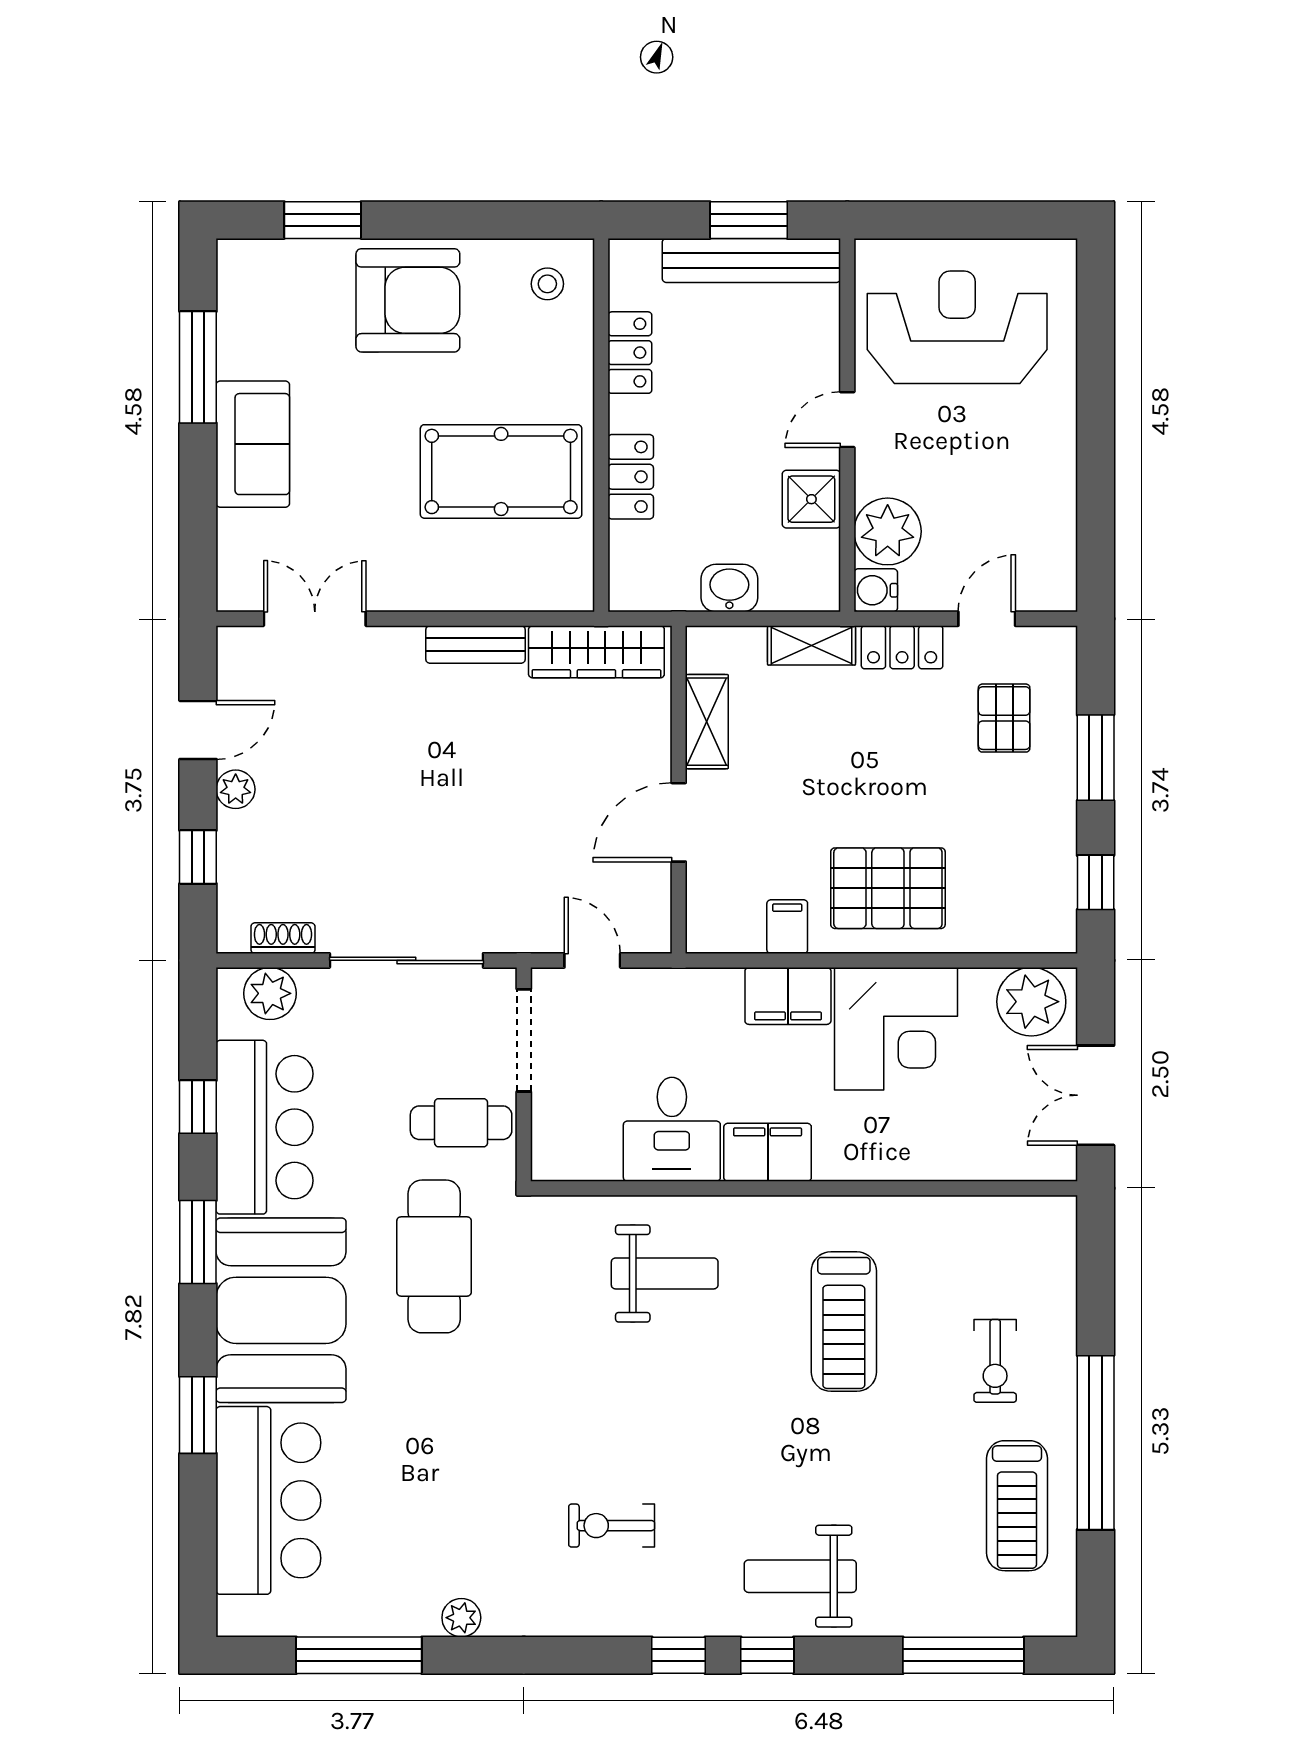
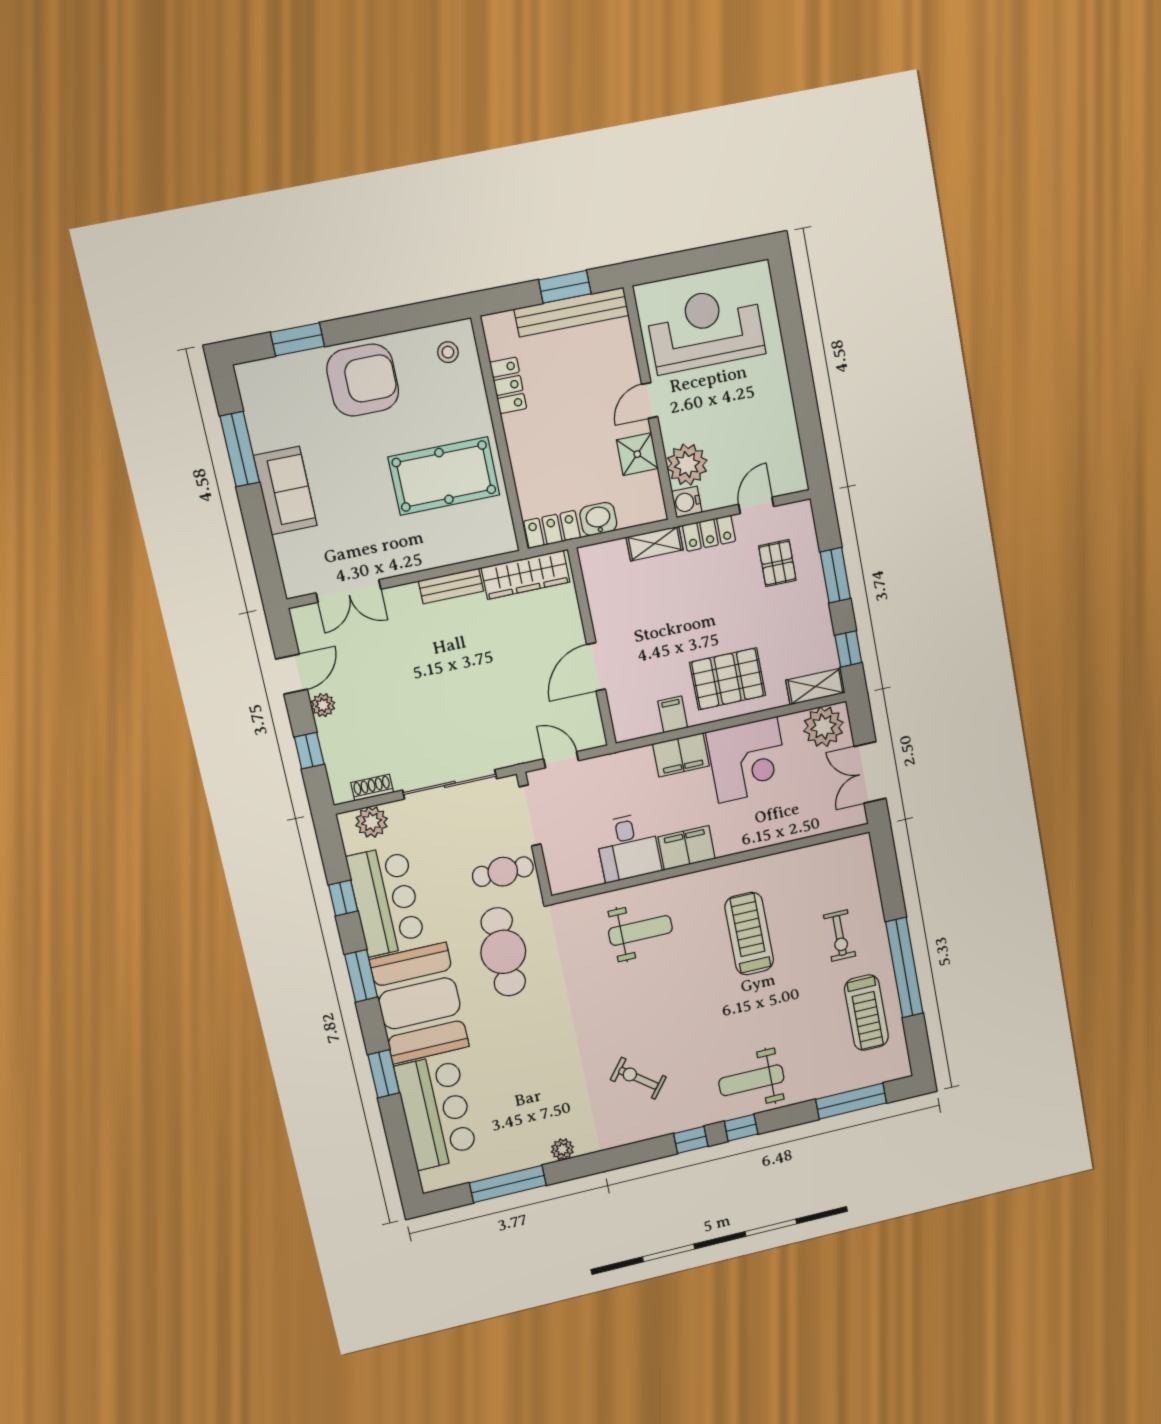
locker: (631, 477) -> (552, 529), moved, turned -90
double door: (315, 619) -> (348, 591), swing flipped
shelving: (707, 722) -> (815, 687), moved, turned 90
treadmill: (844, 1322) -> (749, 934), turned 180
exercise bike: (612, 1526) -> (638, 1078), turned 38

